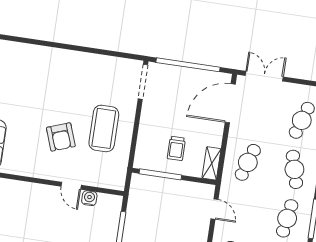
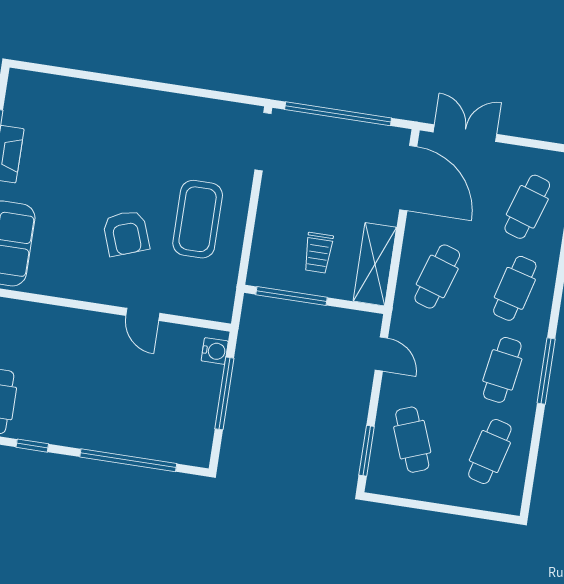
door: (230, 103) -> (408, 178), swing flipped
shelving: (212, 163) -> (375, 264), width x1.50, depth x1.33
cafe table: (294, 169) -> (515, 288), turned 30
water cooler: (89, 198) -> (215, 351), moved, turned 90

